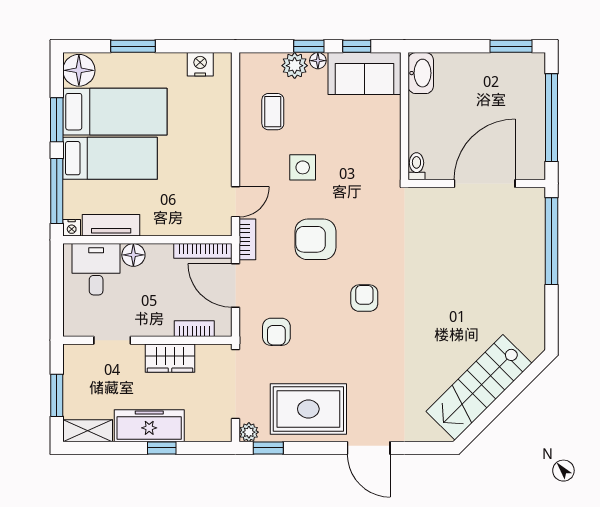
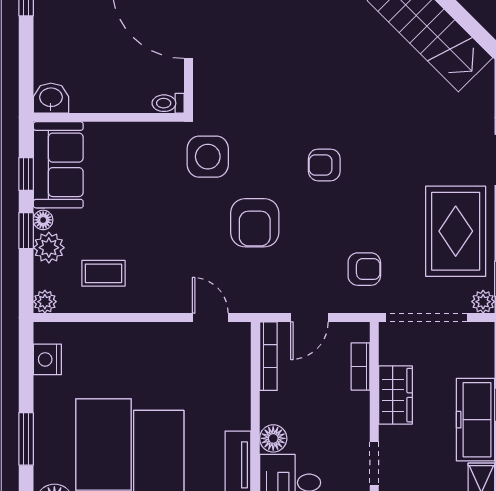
plant: (249, 62) -> (45, 302), added
washbasin: (421, 73) -> (51, 98), width x0.72
side table: (303, 167) -> (208, 157), moved, width x1.37, depth x1.37
bookcase: (247, 239) -> (255, 303), removed
door: (235, 285) -> (309, 318), width x0.73

